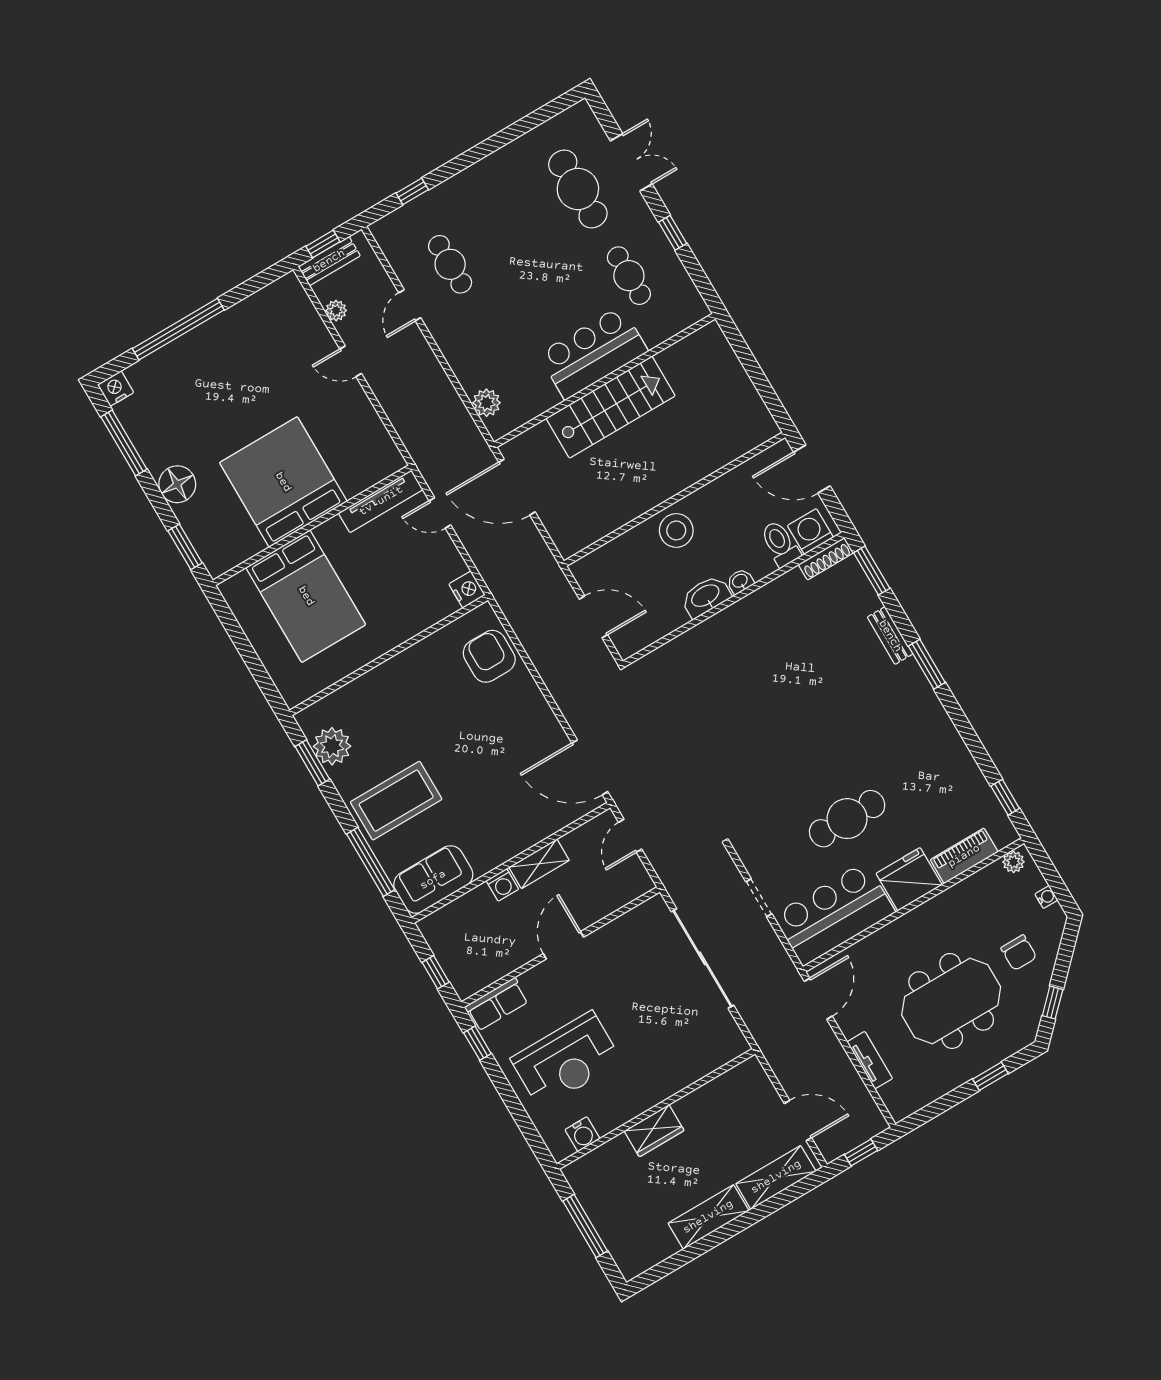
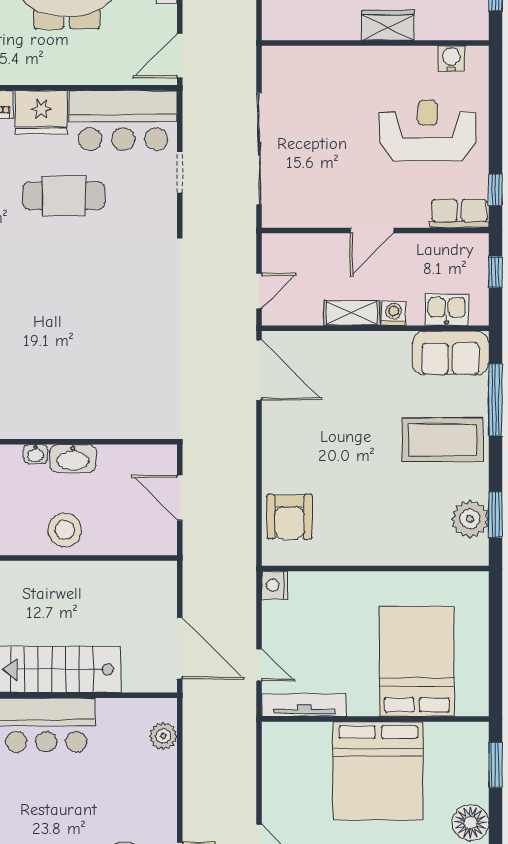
kitchen sink: (459, 915) -> (447, 310), added

